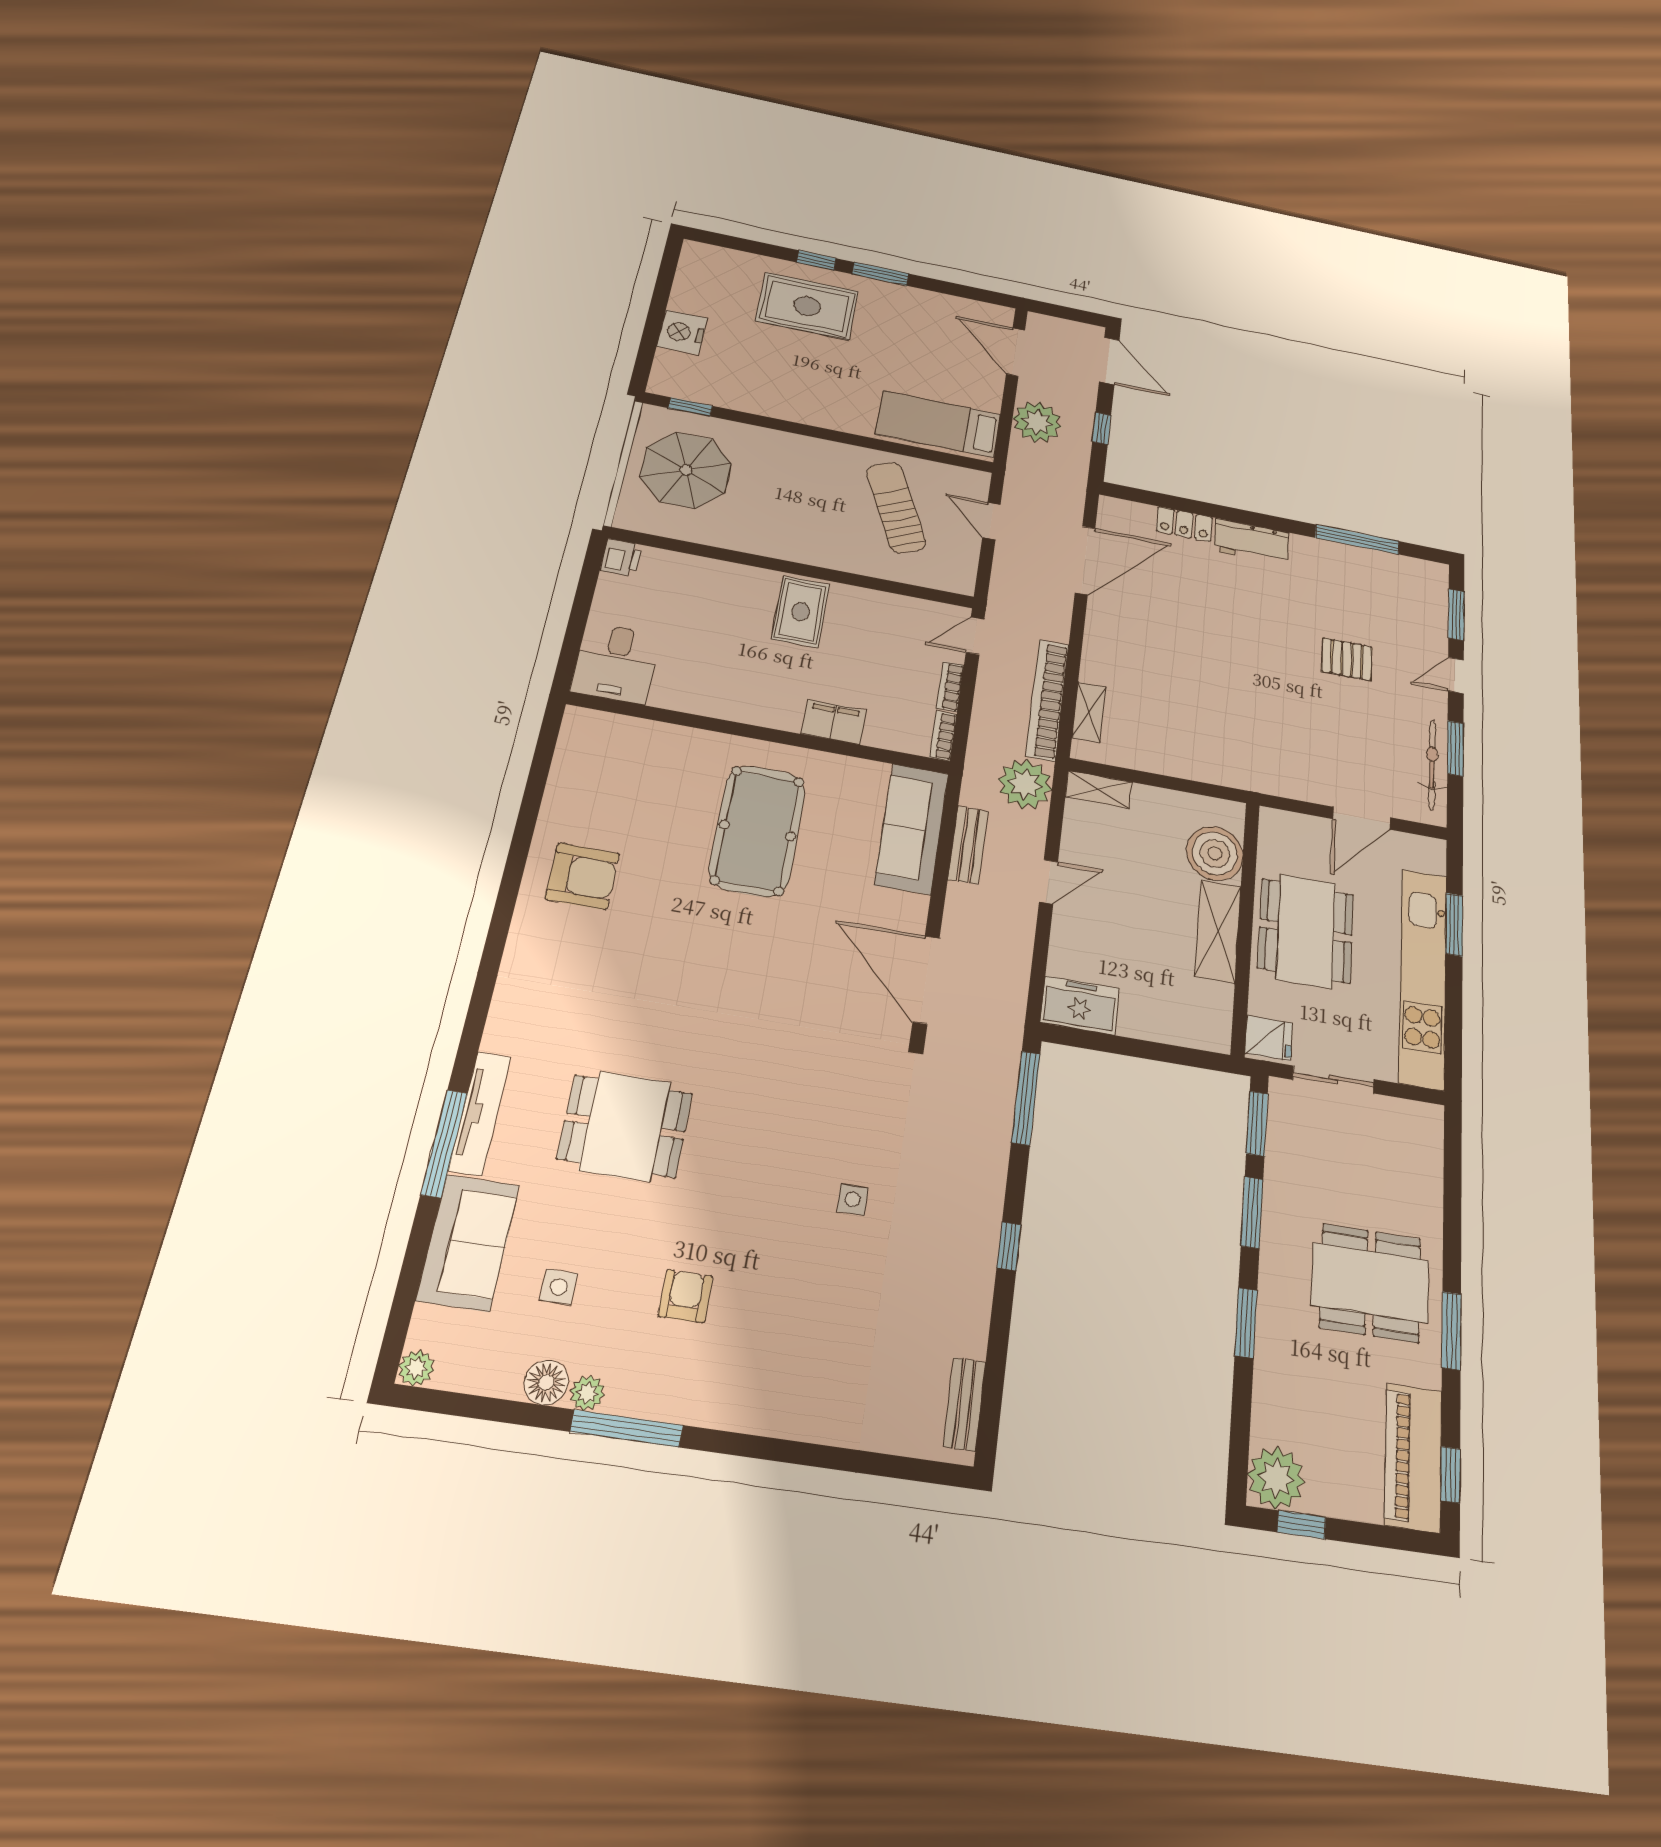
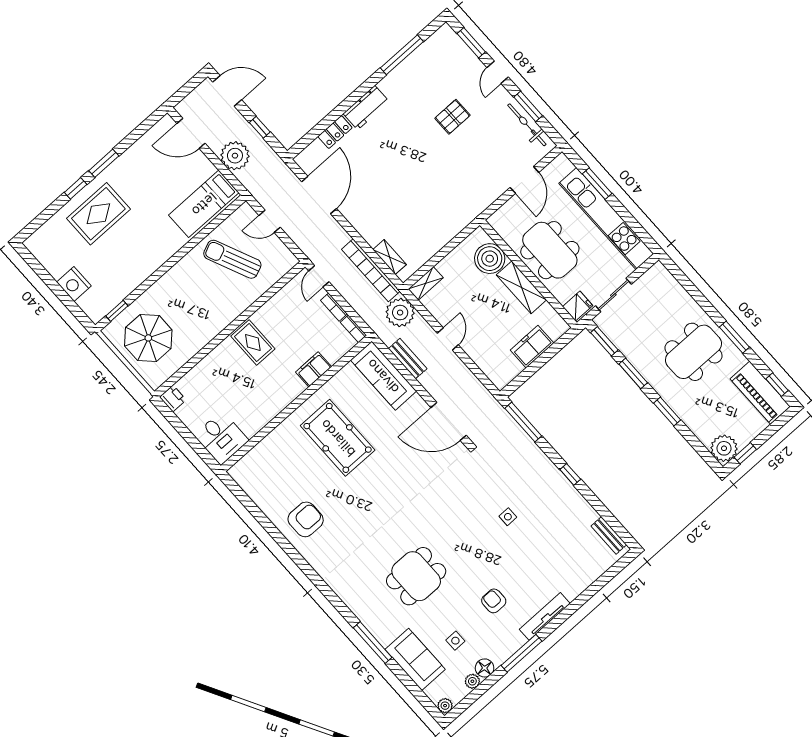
freezer: (1080, 1005) -> (532, 347), moved
tv unit: (480, 1113) -> (545, 616), moved, turned -90
plant: (587, 1393) -> (472, 681), moved

